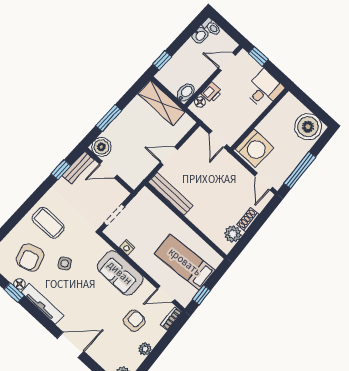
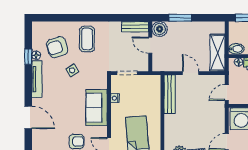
shelving: (162, 103) -> (217, 53), moved
window: (61, 170) -> (125, 18), removed

